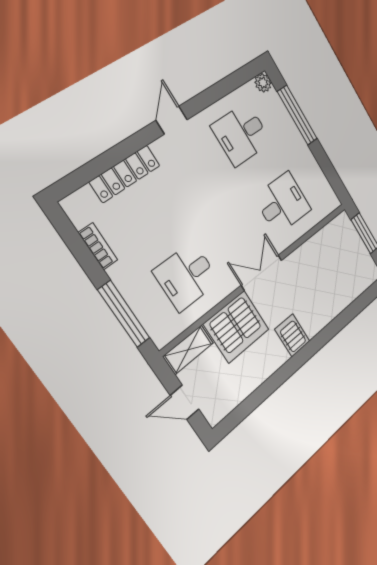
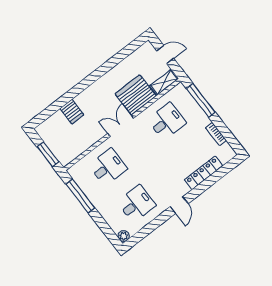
window: (297, 115) -> (80, 196), moved
desk: (283, 203) -> (108, 167), turned 180
double door: (262, 273) -> (121, 126), swing flipped
server rack: (292, 335) -> (72, 112), moved

